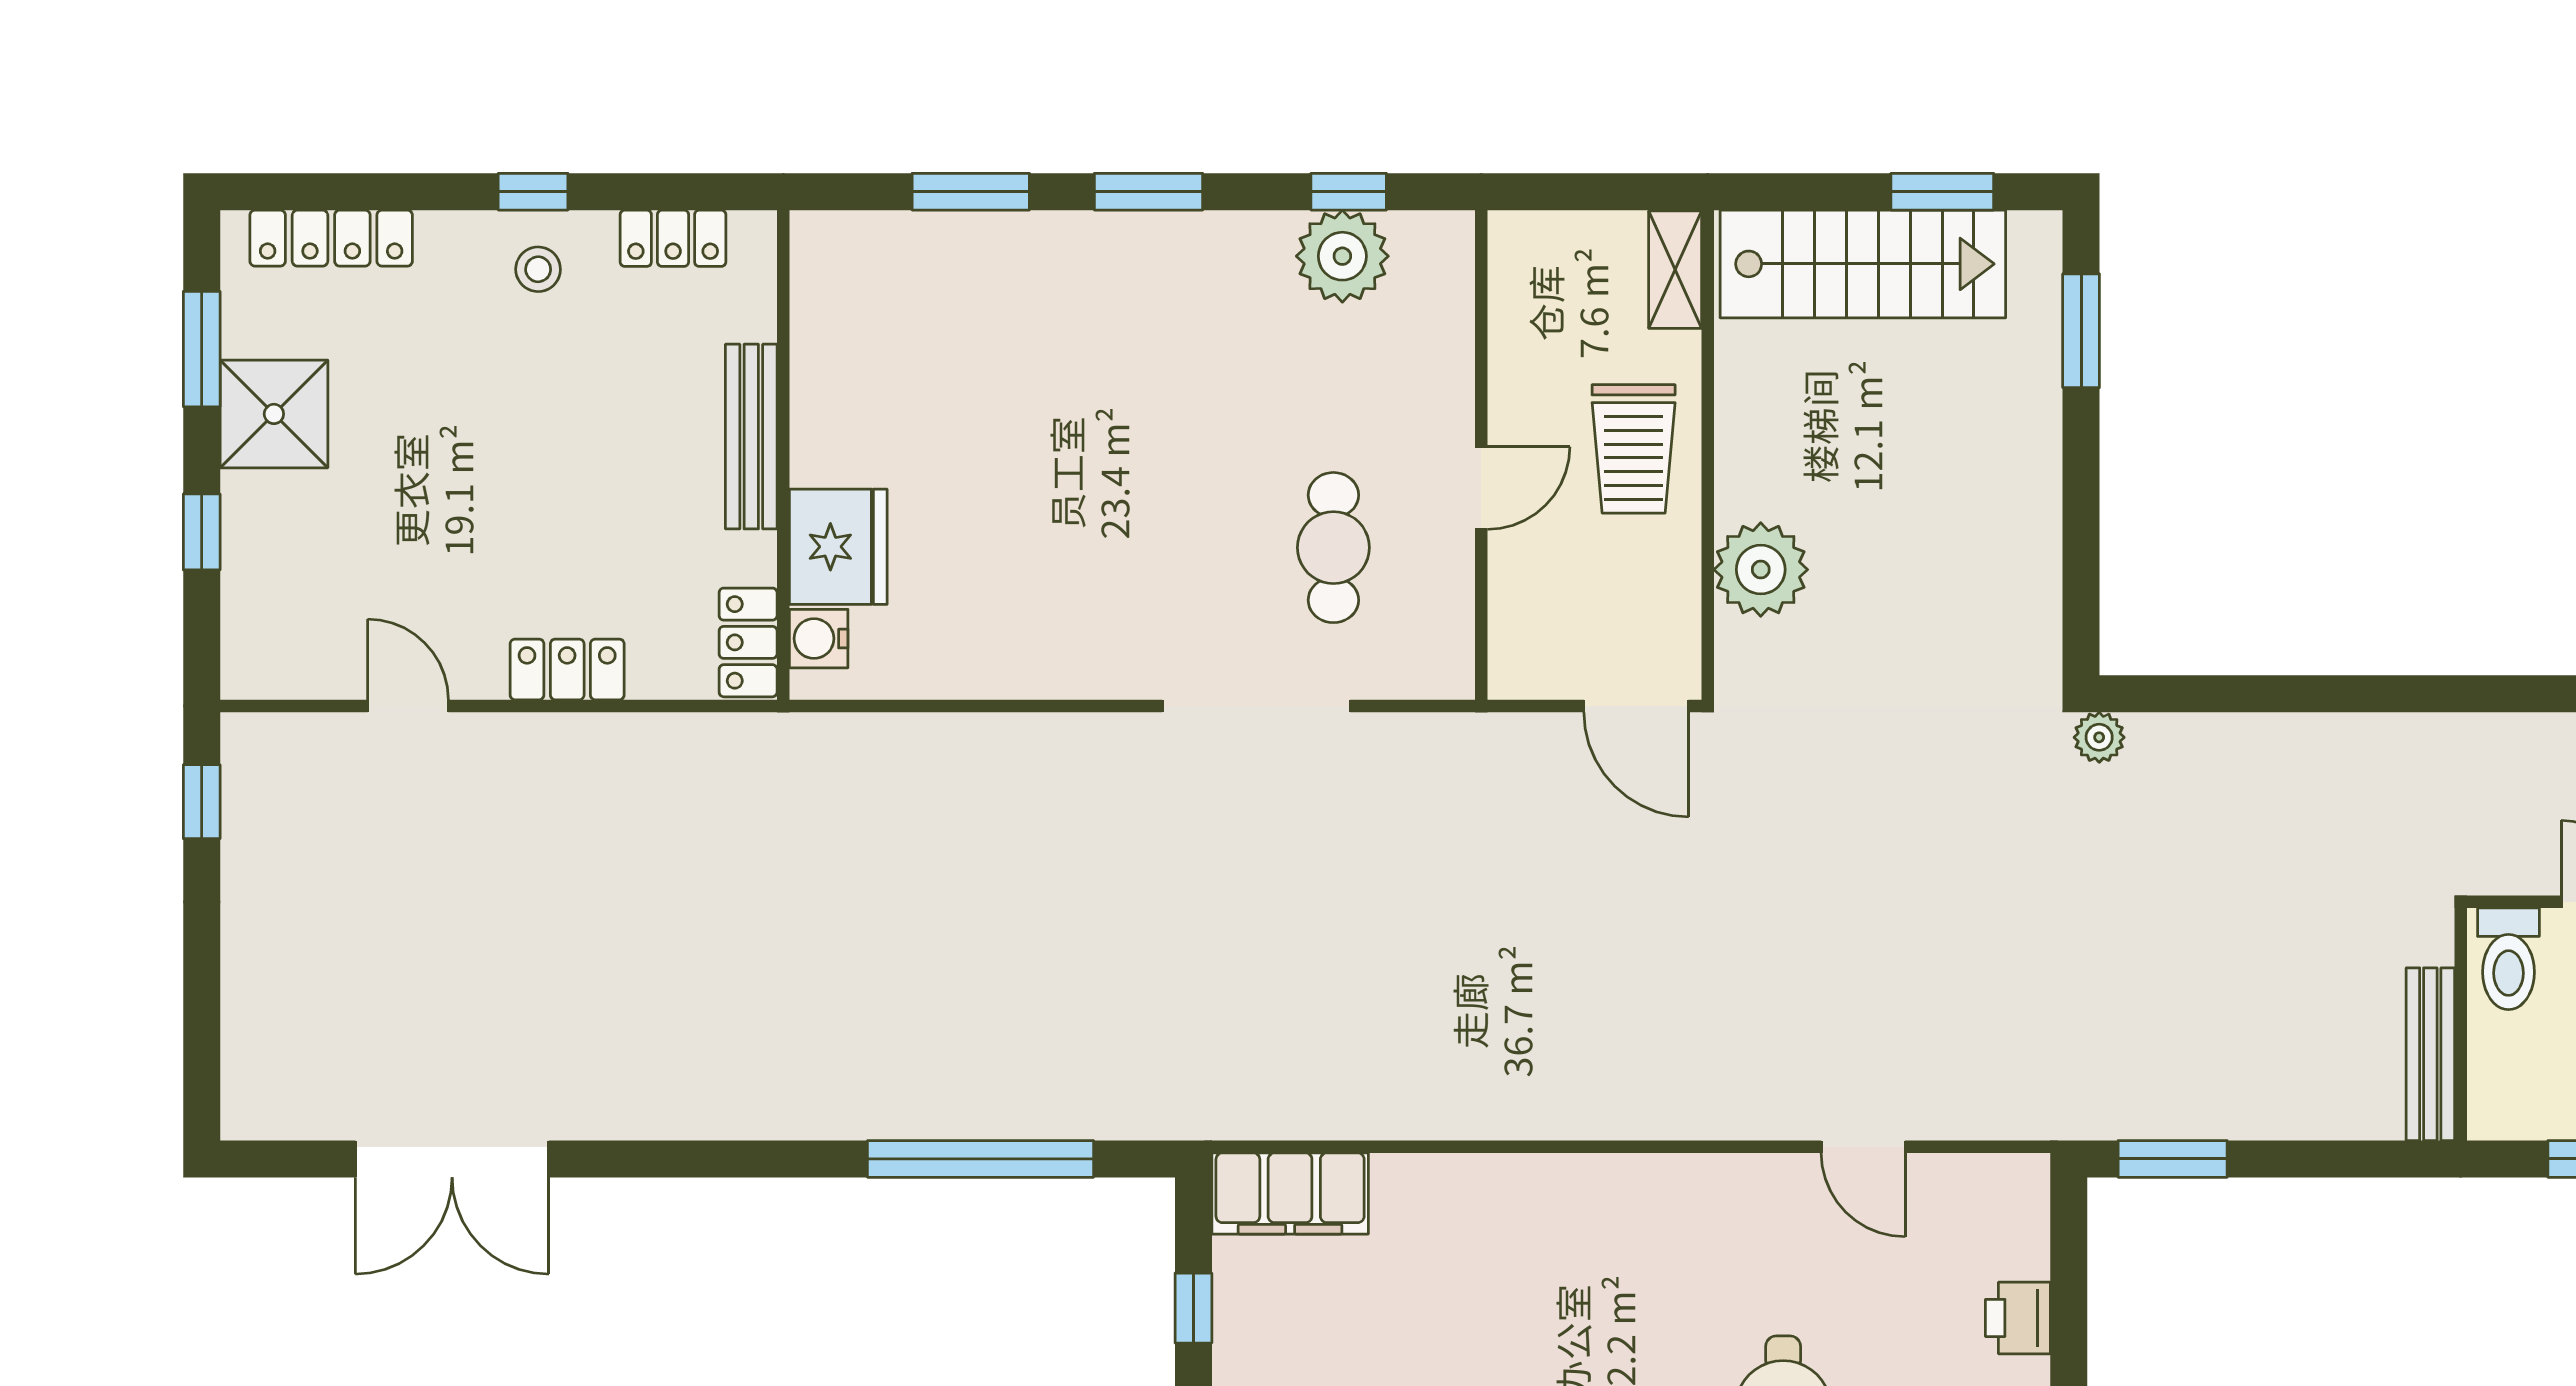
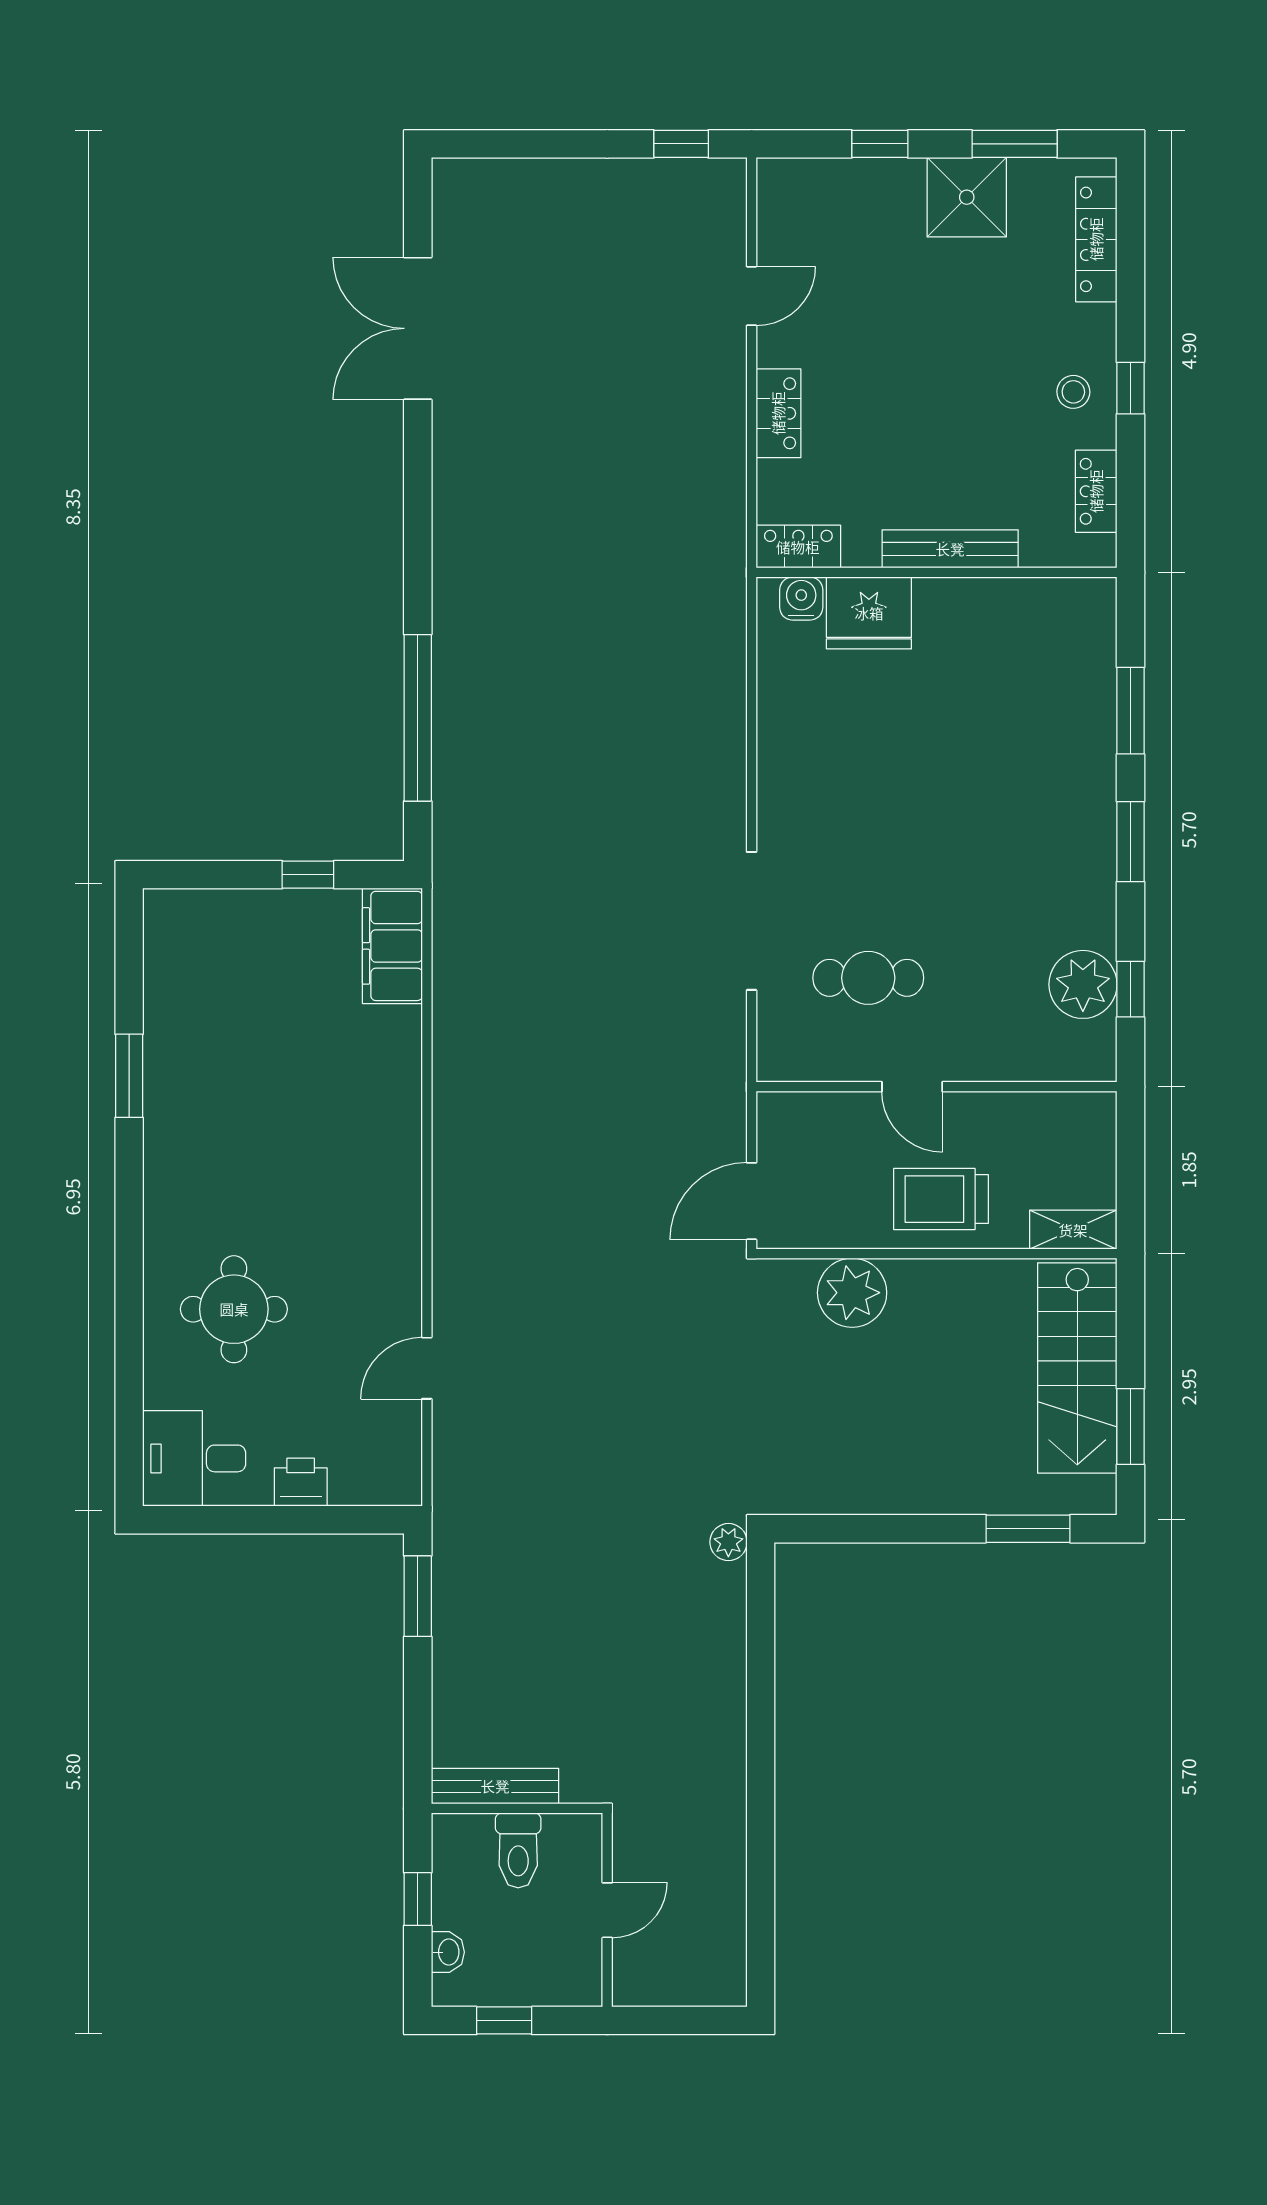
toilet: (2508, 959) -> (518, 1850), moved, turned -90

